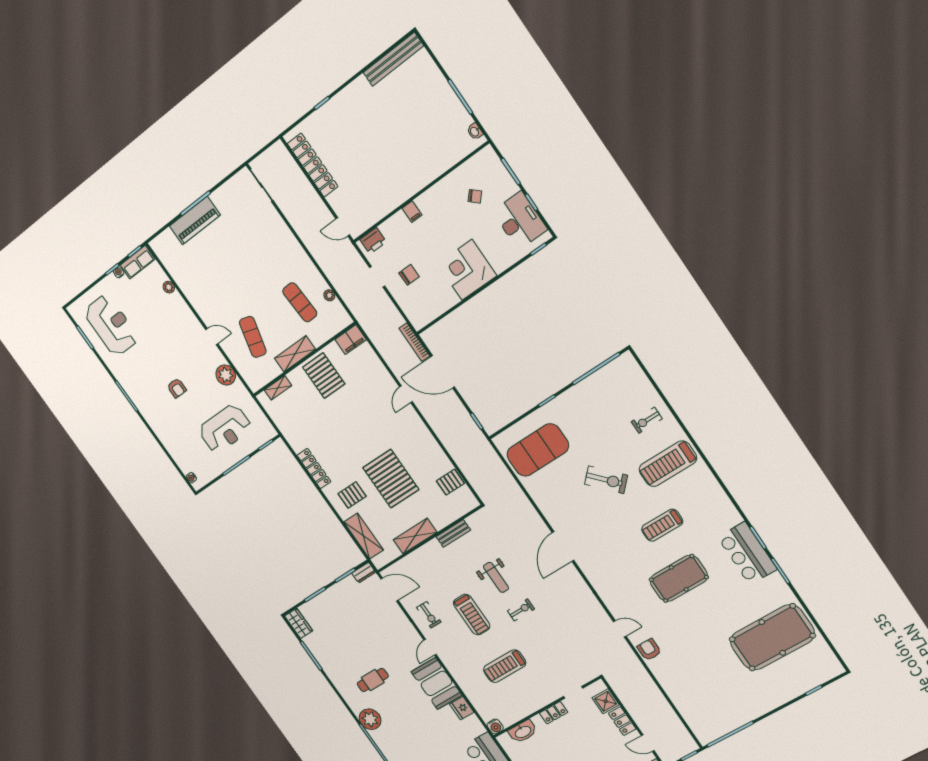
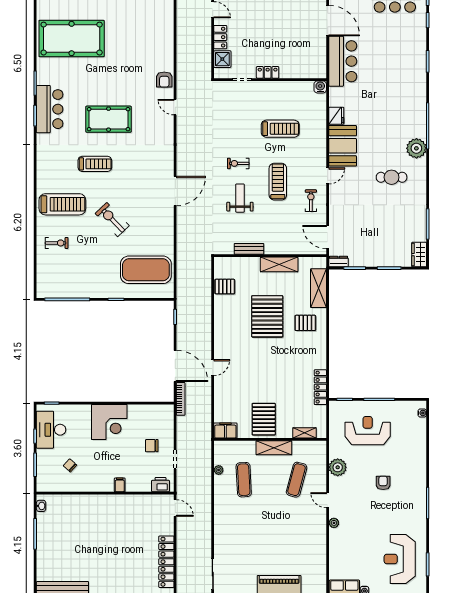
plant: (169, 287) -> (334, 523), moved
locker: (314, 469) -> (320, 387), moved
washbasin: (523, 732) -> (301, 71), removed

